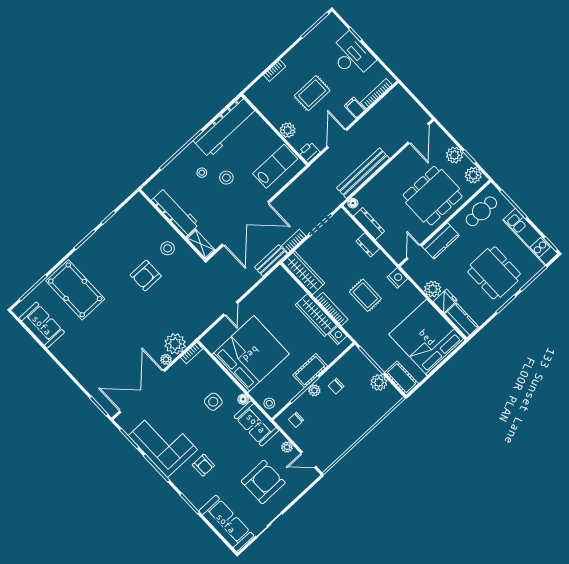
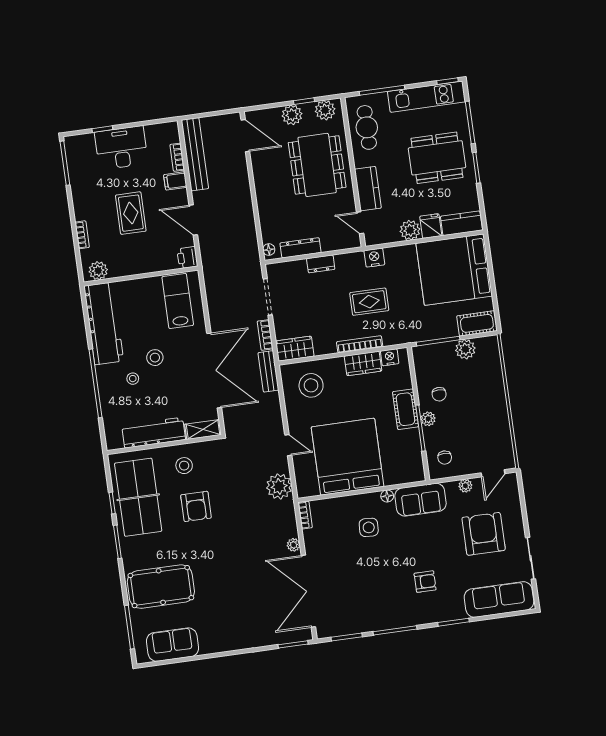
bookcase: (376, 94) -> (177, 157), width x0.64
plant: (288, 130) -> (98, 271), moved
bench: (363, 173) -> (195, 154), moved
table tennis table: (125, 232) -> (138, 497), added
wardrobe: (304, 273) -> (295, 349), width x0.67
wardrobe: (316, 315) -> (363, 363), width x0.67
plant: (175, 344) -> (279, 486), moved
stool: (269, 403) -> (311, 385), moved, width x1.89, depth x1.89
corner sofa: (163, 443) -> (374, 606), removed

